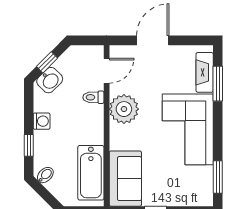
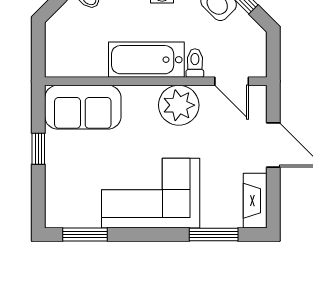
fireplace: (205, 72) -> (255, 201), moved, turned -90
bathtub: (91, 173) -> (146, 60), moved

